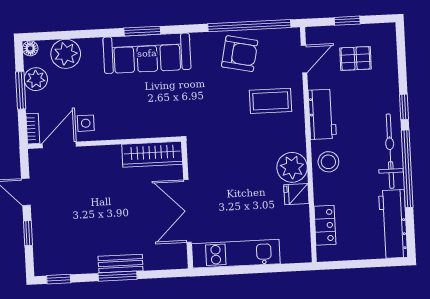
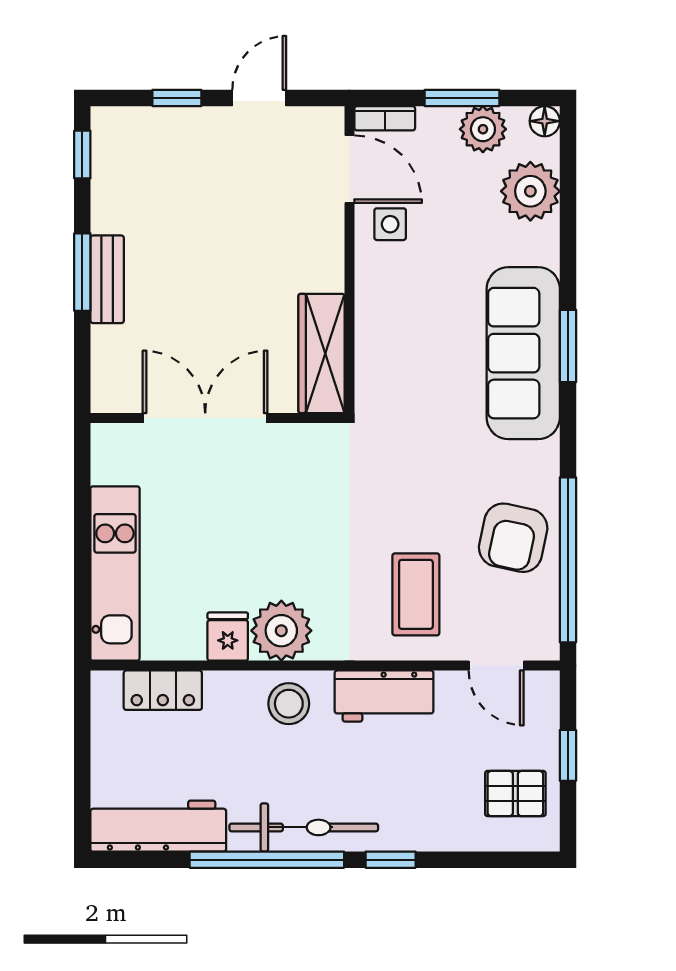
pallet: (356, 58) -> (515, 794), moved, turned 90
kitchen unit: (236, 254) -> (115, 574), moved

